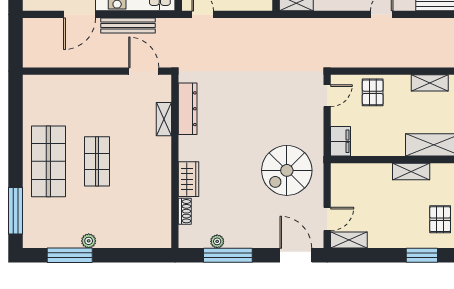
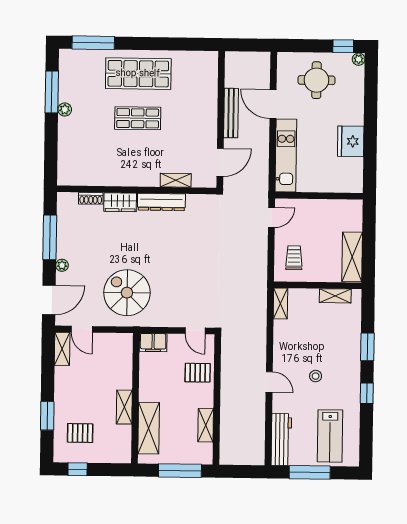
bench: (128, 26) -> (231, 113), moved
dresser: (188, 109) -> (161, 202), moved
plant: (217, 241) -> (62, 265), moved

